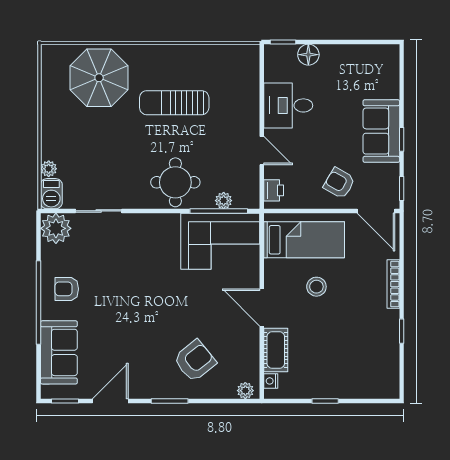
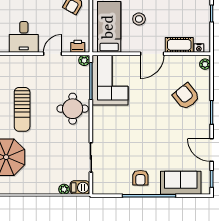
plant: (224, 201) -> (84, 60), moved
plant: (56, 228) -> (102, 185), removed

